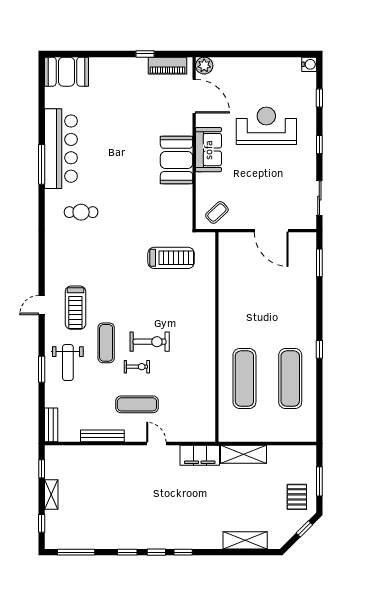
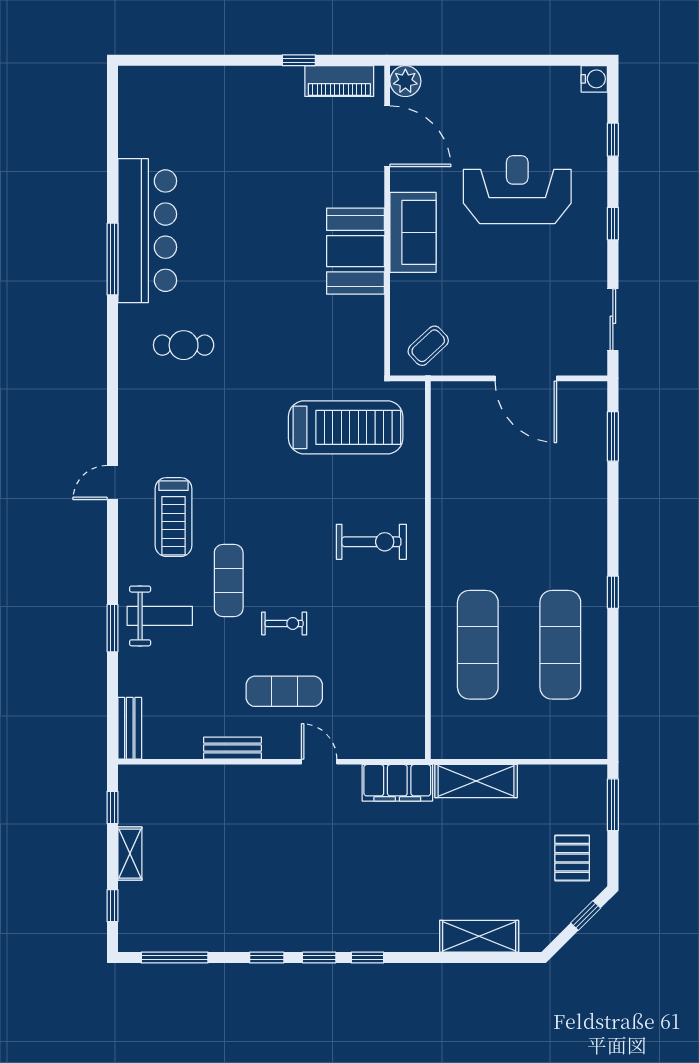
booth: (66, 72) -> (157, 92), removed
treadmill: (171, 258) -> (346, 427), width x1.37, depth x1.38
door: (42, 305) -> (113, 483), moved
exercise bike: (150, 342) -> (371, 542), moved
weight bench: (68, 363) -> (160, 616), turned -90
bench: (102, 436) -> (232, 748), width x0.73
window: (319, 481) -> (613, 805), moved

